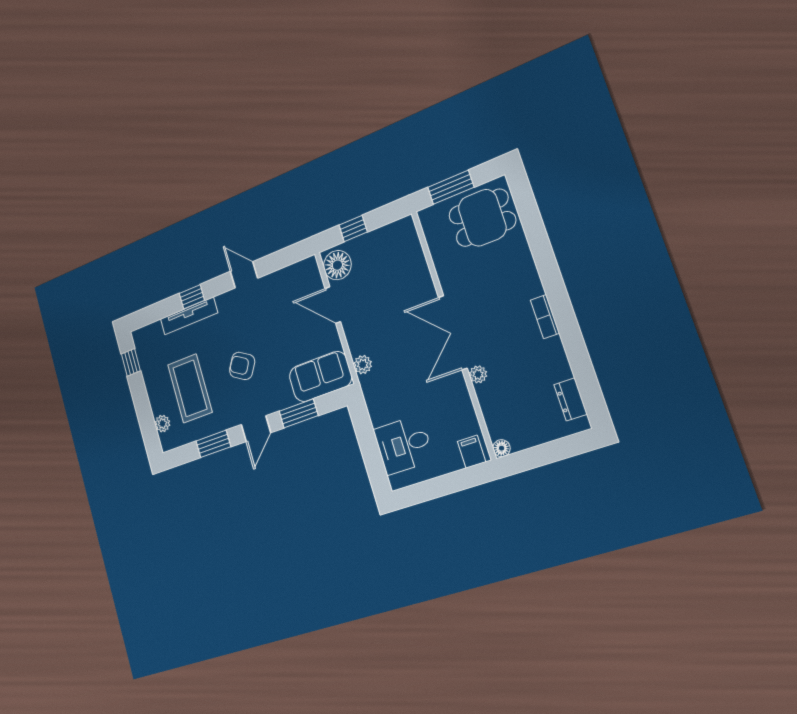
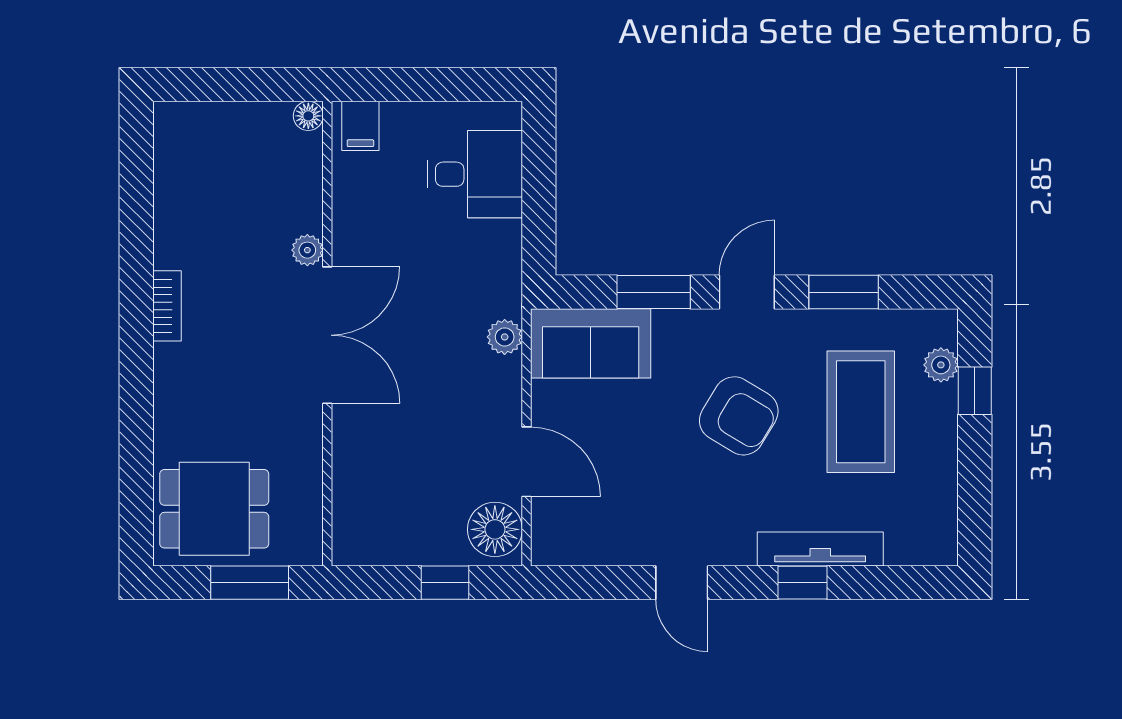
window: (131, 362) -> (975, 391), moved
armchair: (242, 366) -> (739, 416), width x1.38, depth x1.38
dresser: (571, 399) -> (171, 159), removed

